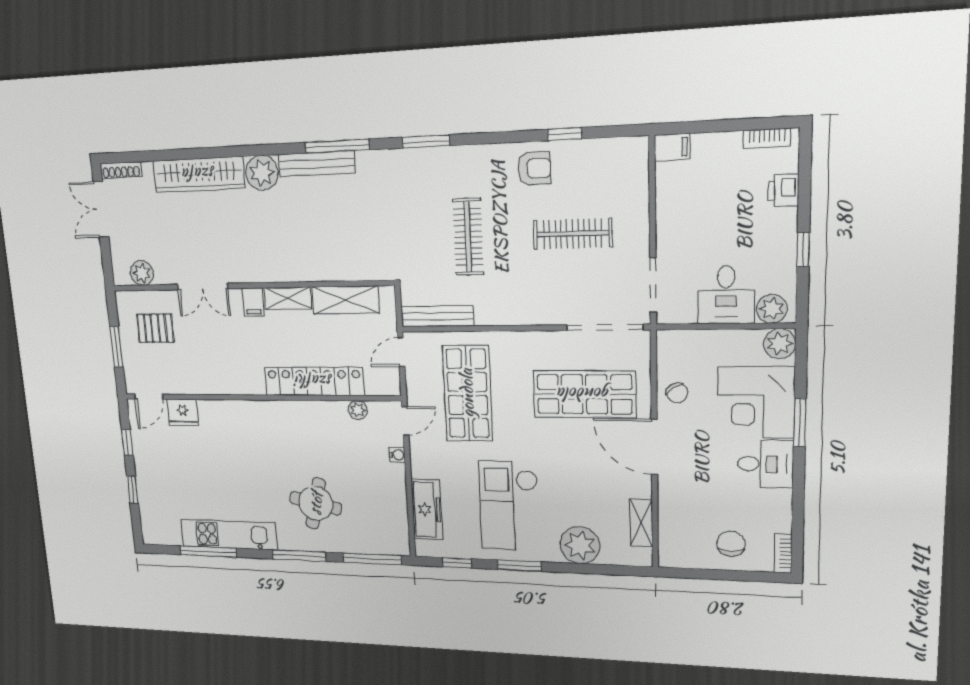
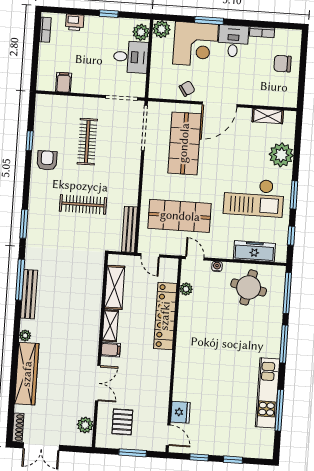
filing cabinet: (672, 147) -> (64, 82), moved
plant: (262, 173) -> (25, 336), width x0.53, depth x0.53
round table: (316, 503) -> (249, 287), moved
bookcase: (783, 554) -> (262, 32), moved

